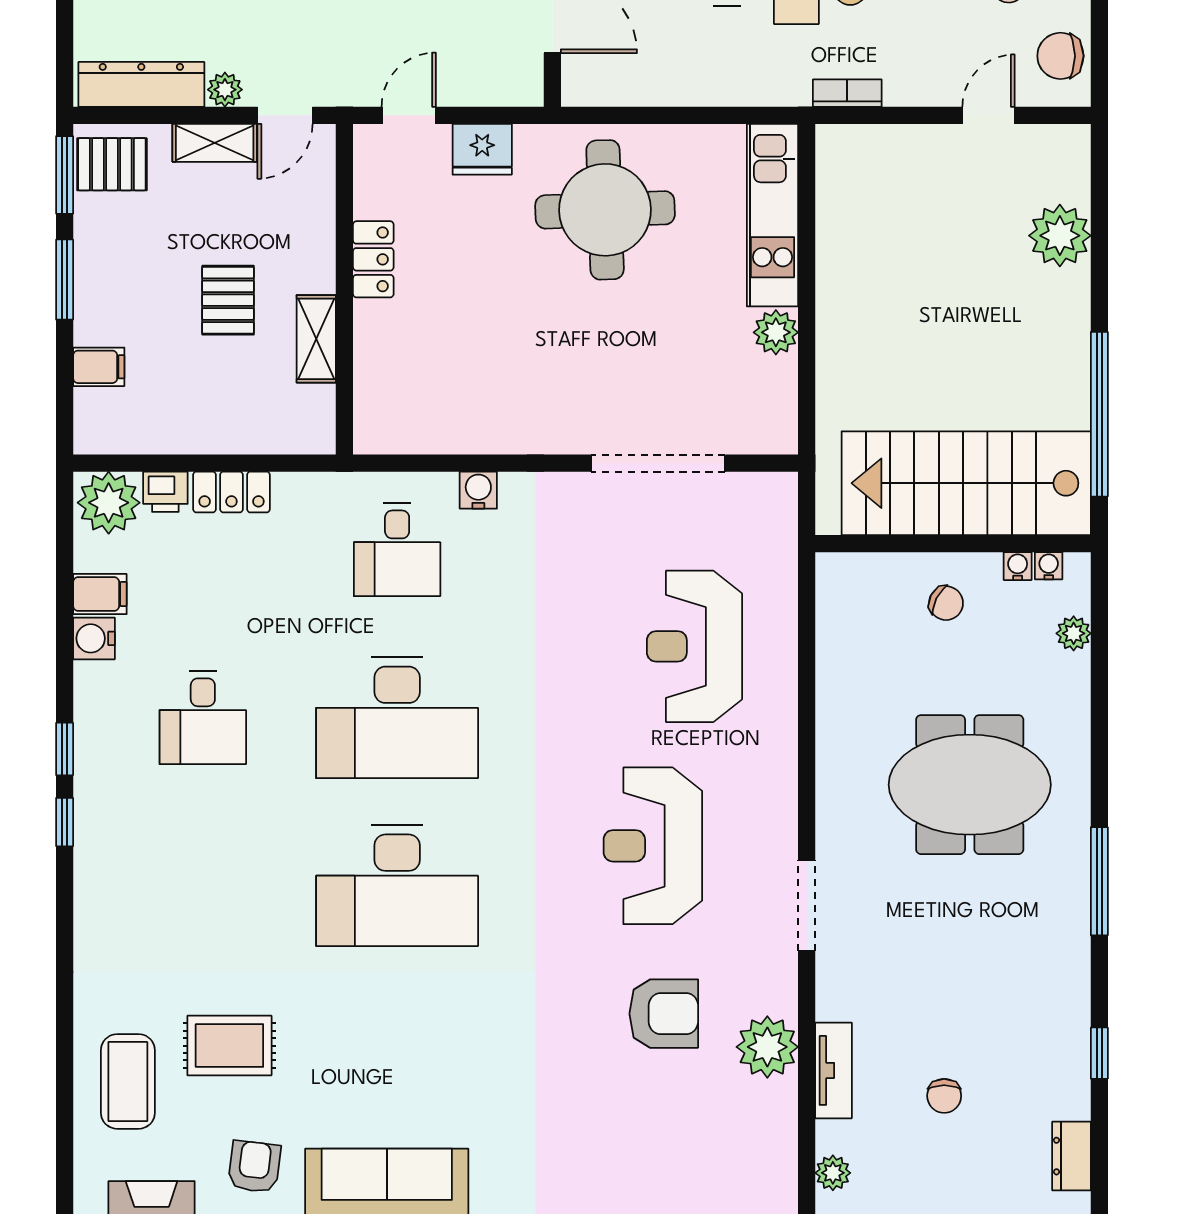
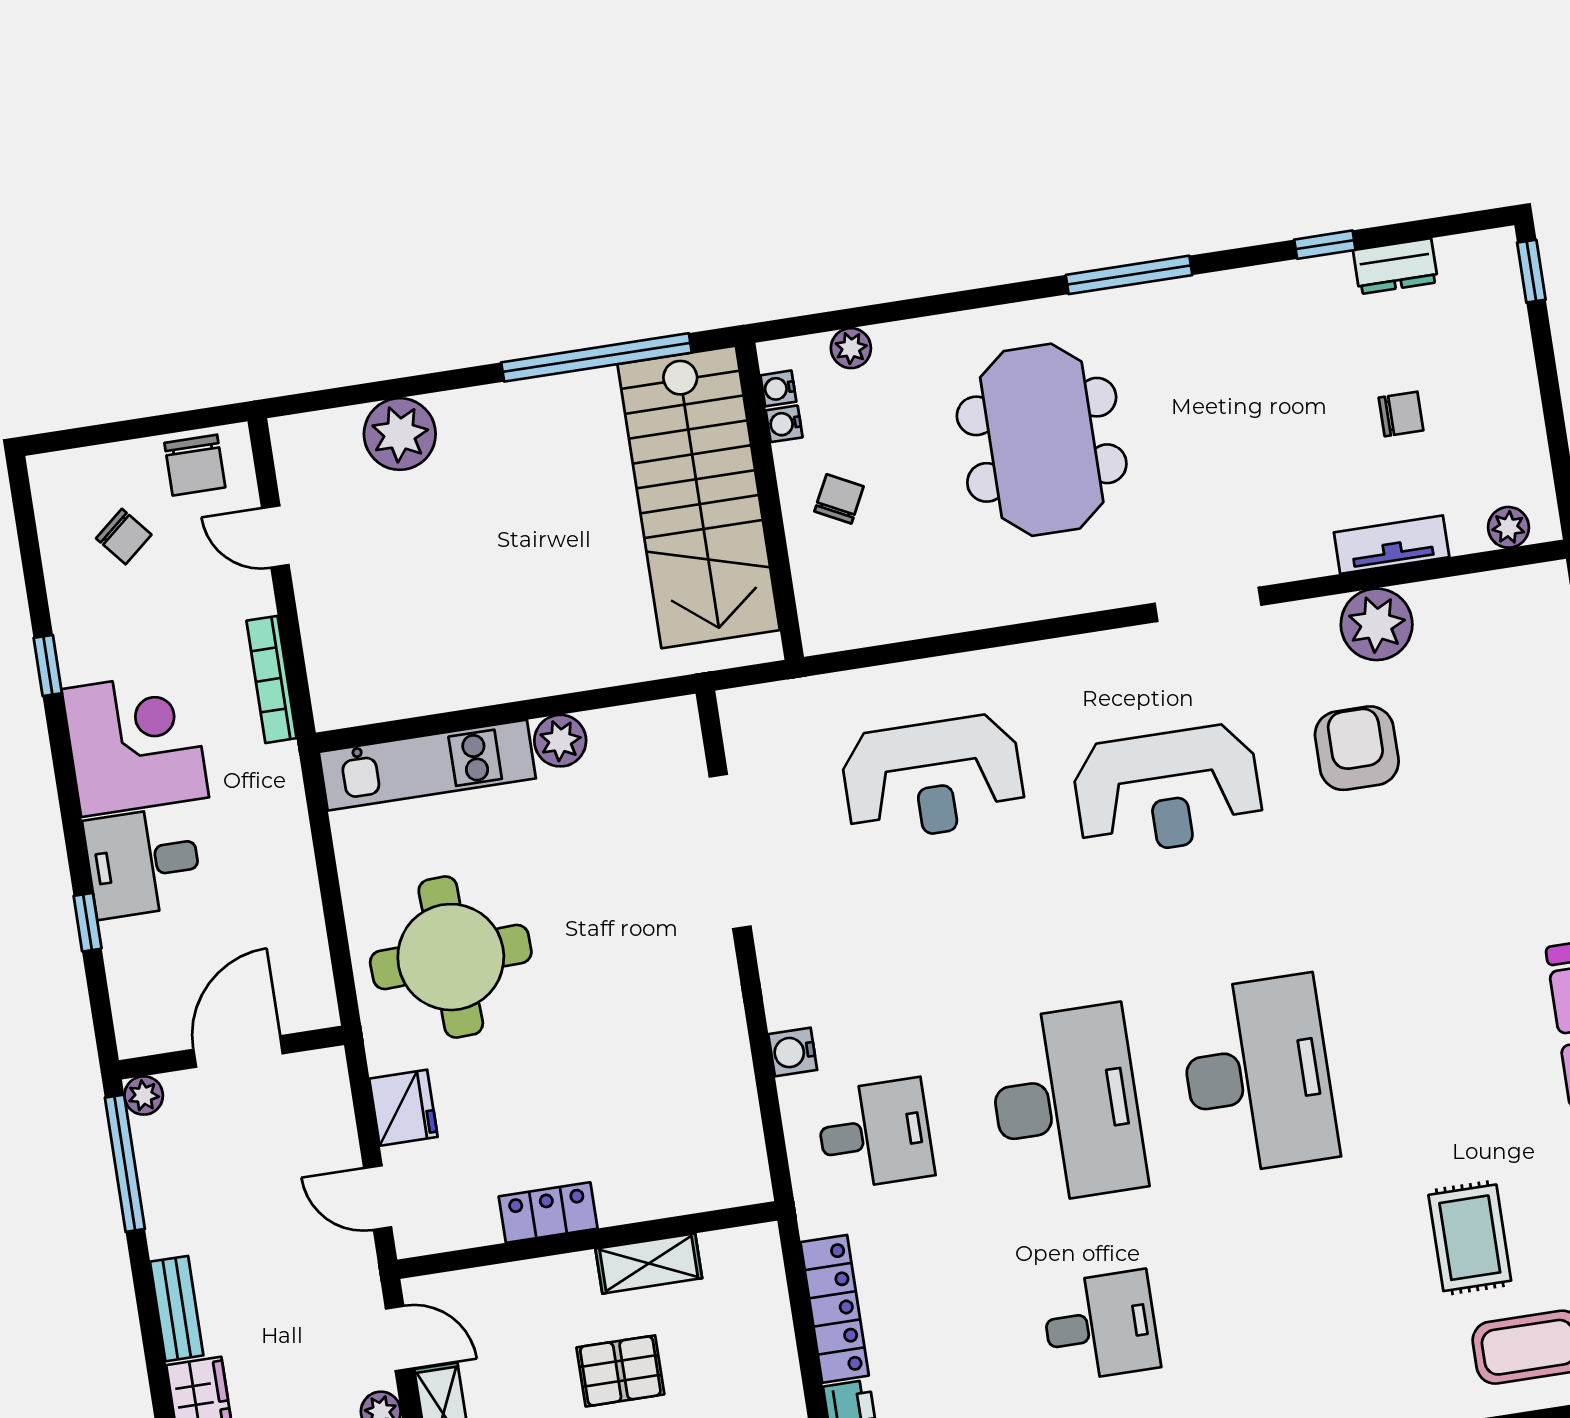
bookcase: (847, 93) -> (272, 679), width x1.56
locker: (231, 492) -> (835, 1309), width x1.53
dresser: (1072, 1156) -> (1395, 266), moved

